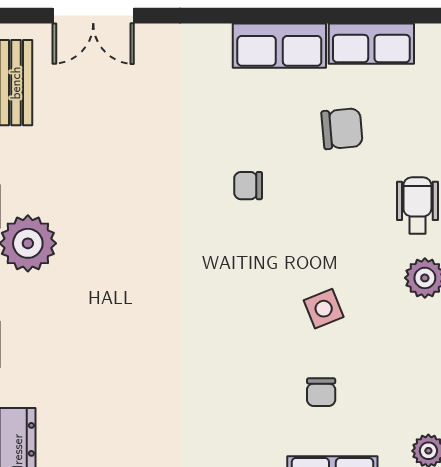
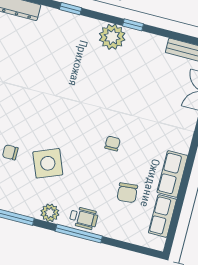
side table: (324, 309) -> (48, 163), width x1.87, depth x1.87

